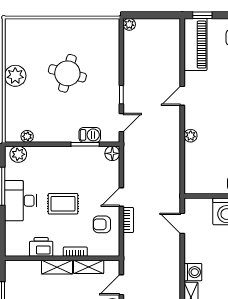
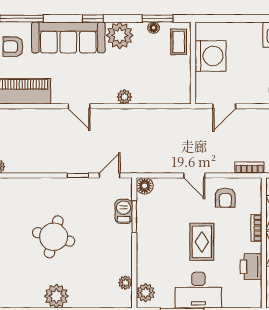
door: (121, 123) -> (110, 175), hinge flipped
bookcase: (128, 220) -> (249, 168), moved

